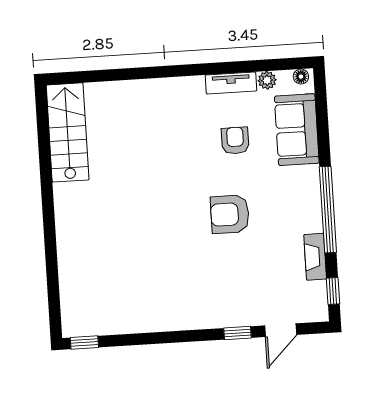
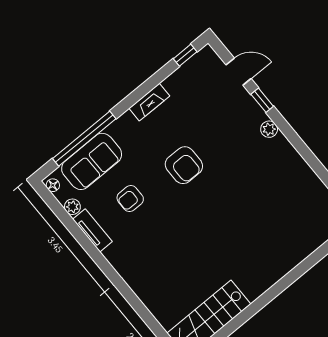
window: (328, 210) -> (84, 139), moved
fireplace: (315, 257) -> (149, 102), moved
plant: (205, 319) -> (269, 129), added

